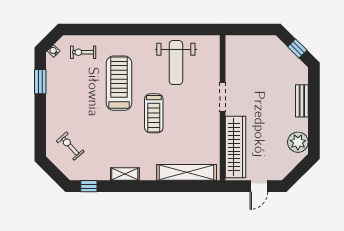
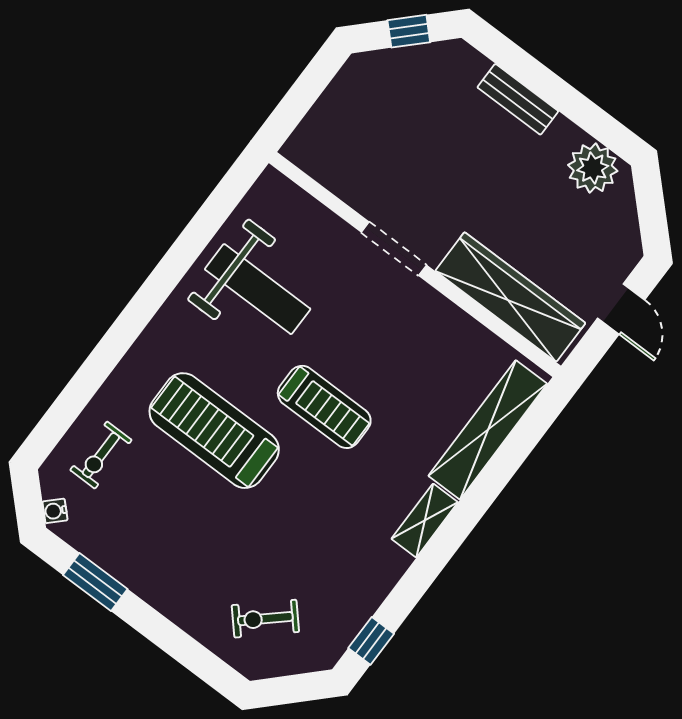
shelving: (125, 174) -> (425, 521), moved

